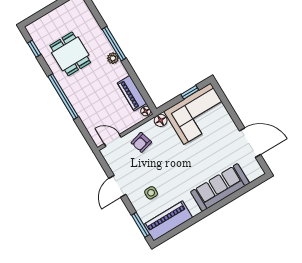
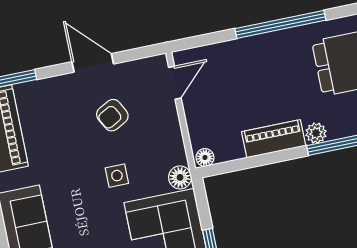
piano: (132, 93) -> (274, 139), moved
armchair: (141, 142) -> (112, 115), moved, turned -102
side table: (151, 193) -> (117, 176), moved

